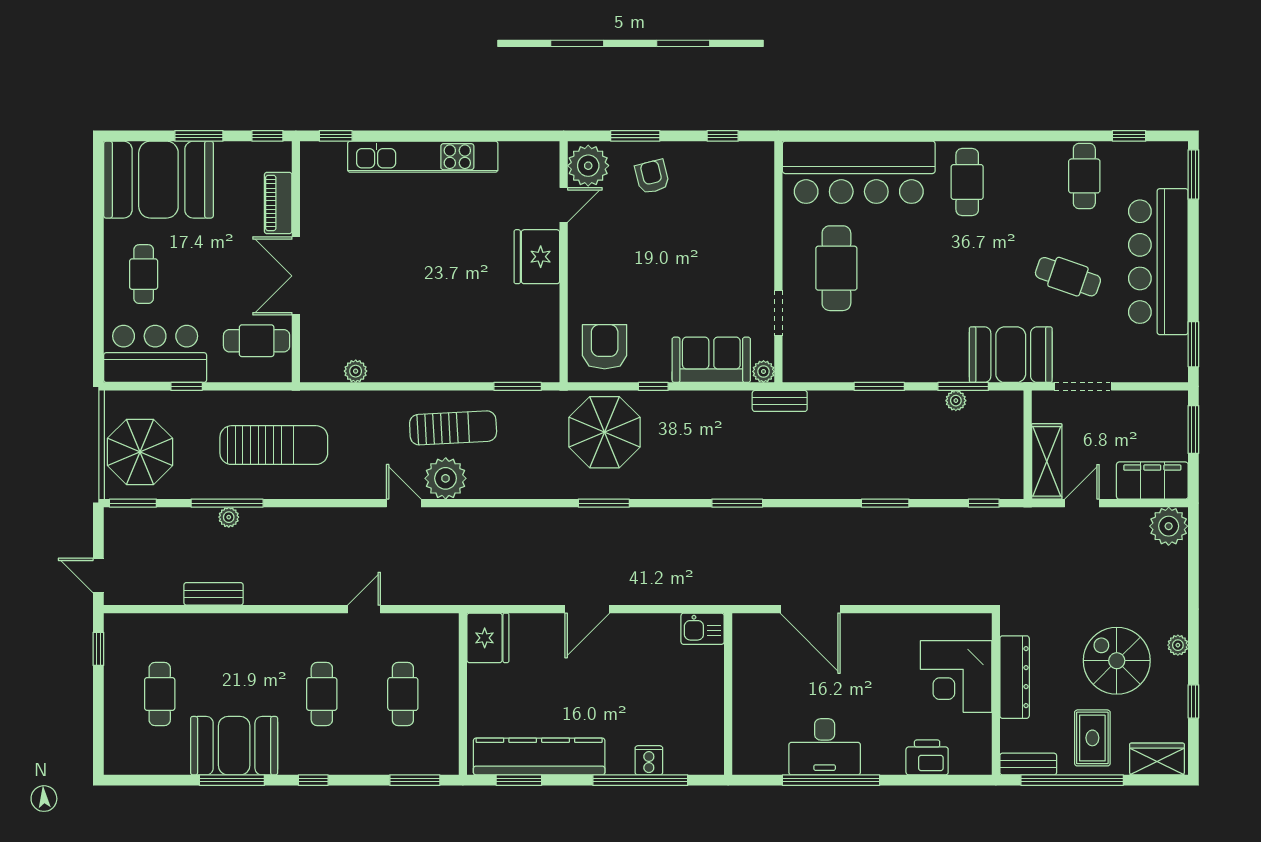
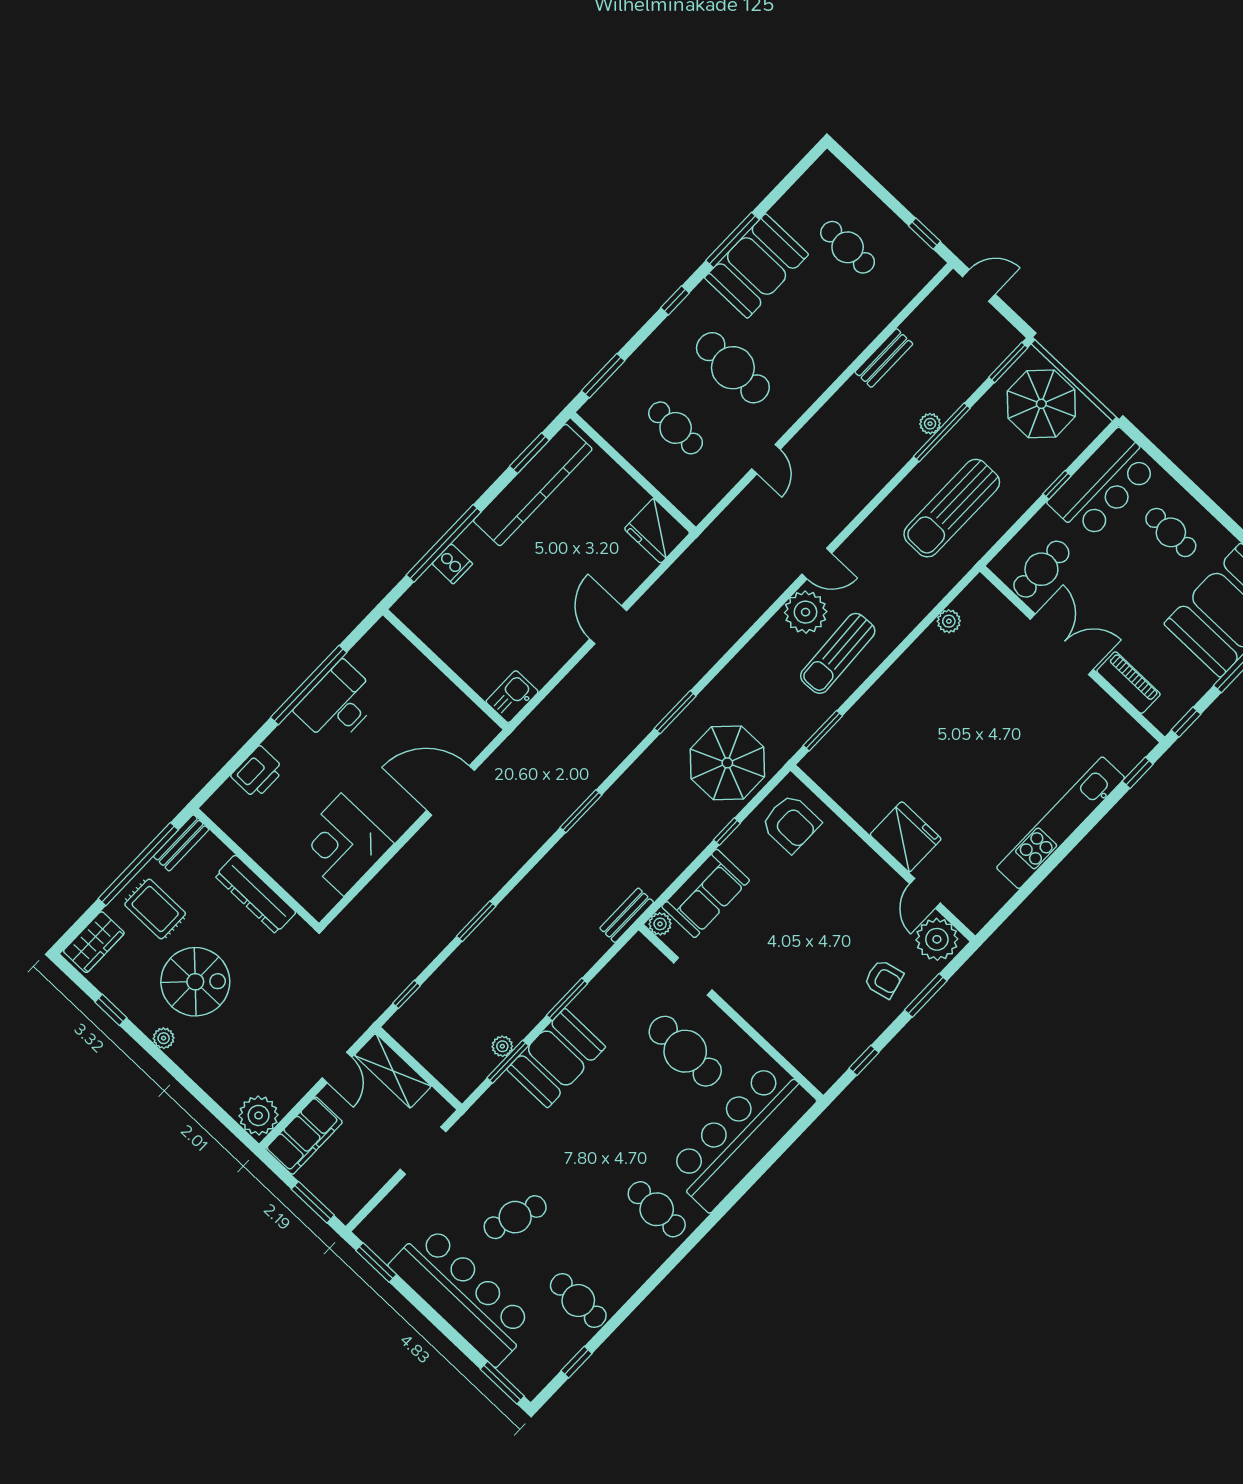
booth: (1011, 355) -> (556, 1058), moved
corner desk: (956, 676) -> (342, 845), moved, turned -90
cafe table: (322, 694) -> (733, 368), width x1.37, depth x1.35

